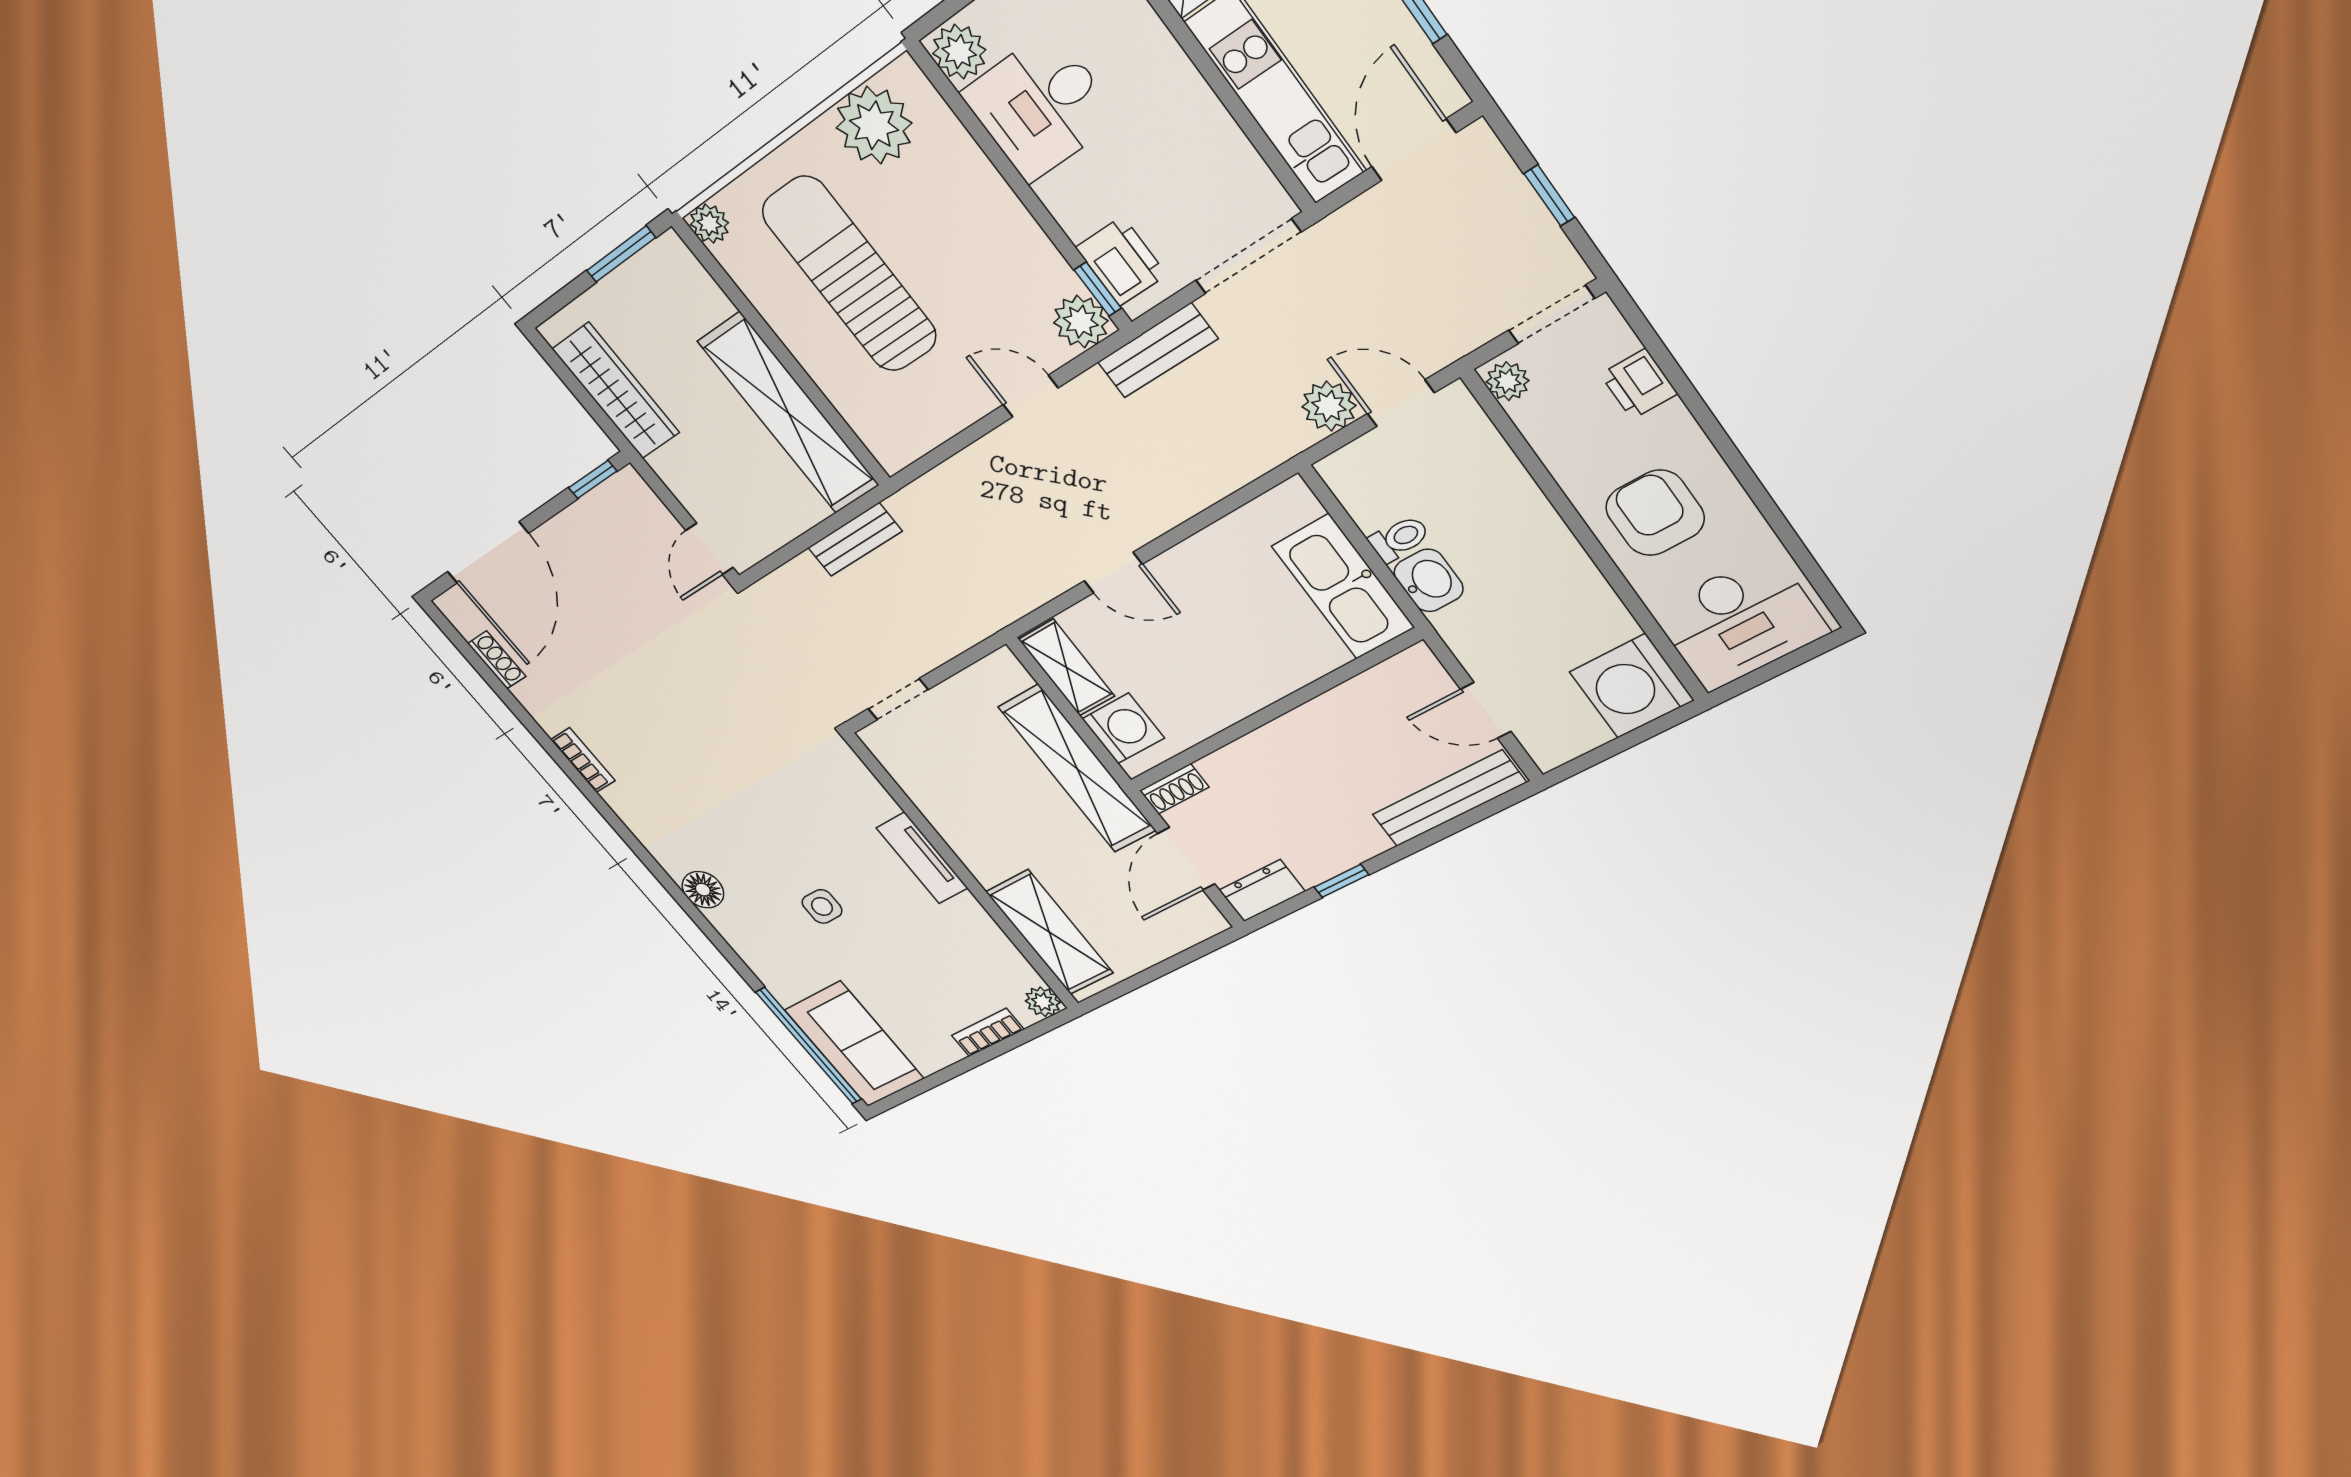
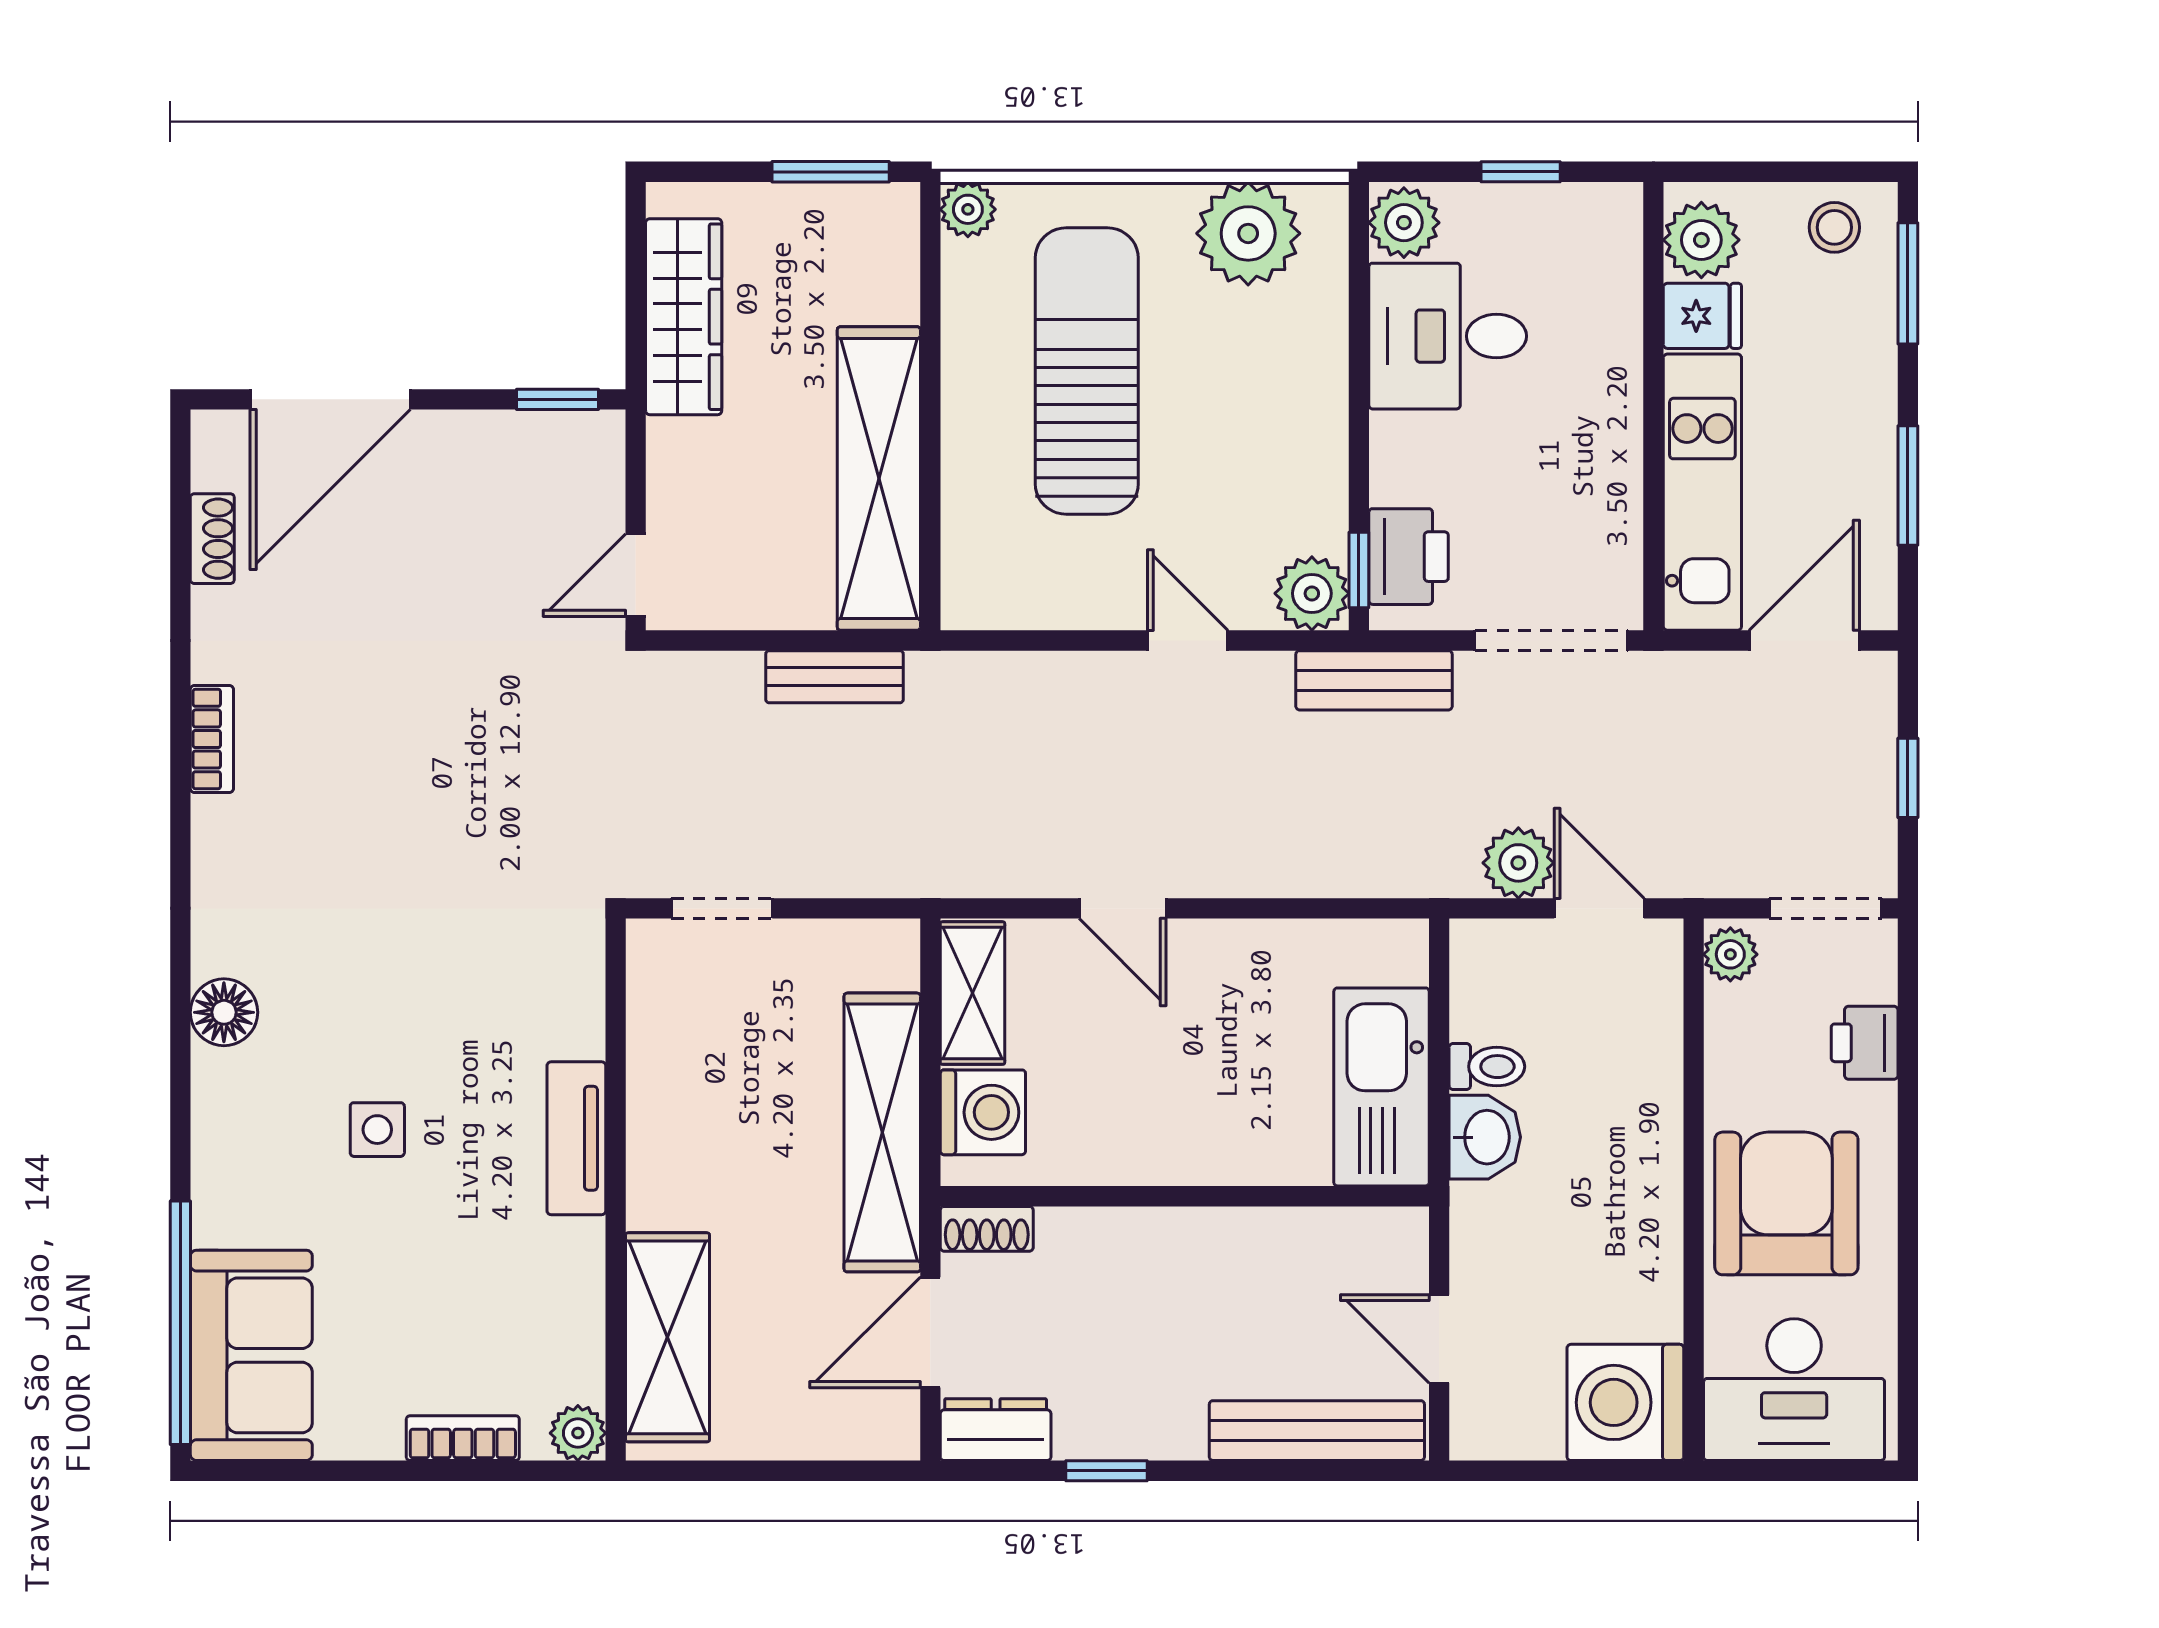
armchair: (1655, 513) -> (1786, 1203), width x1.36, depth x1.36

